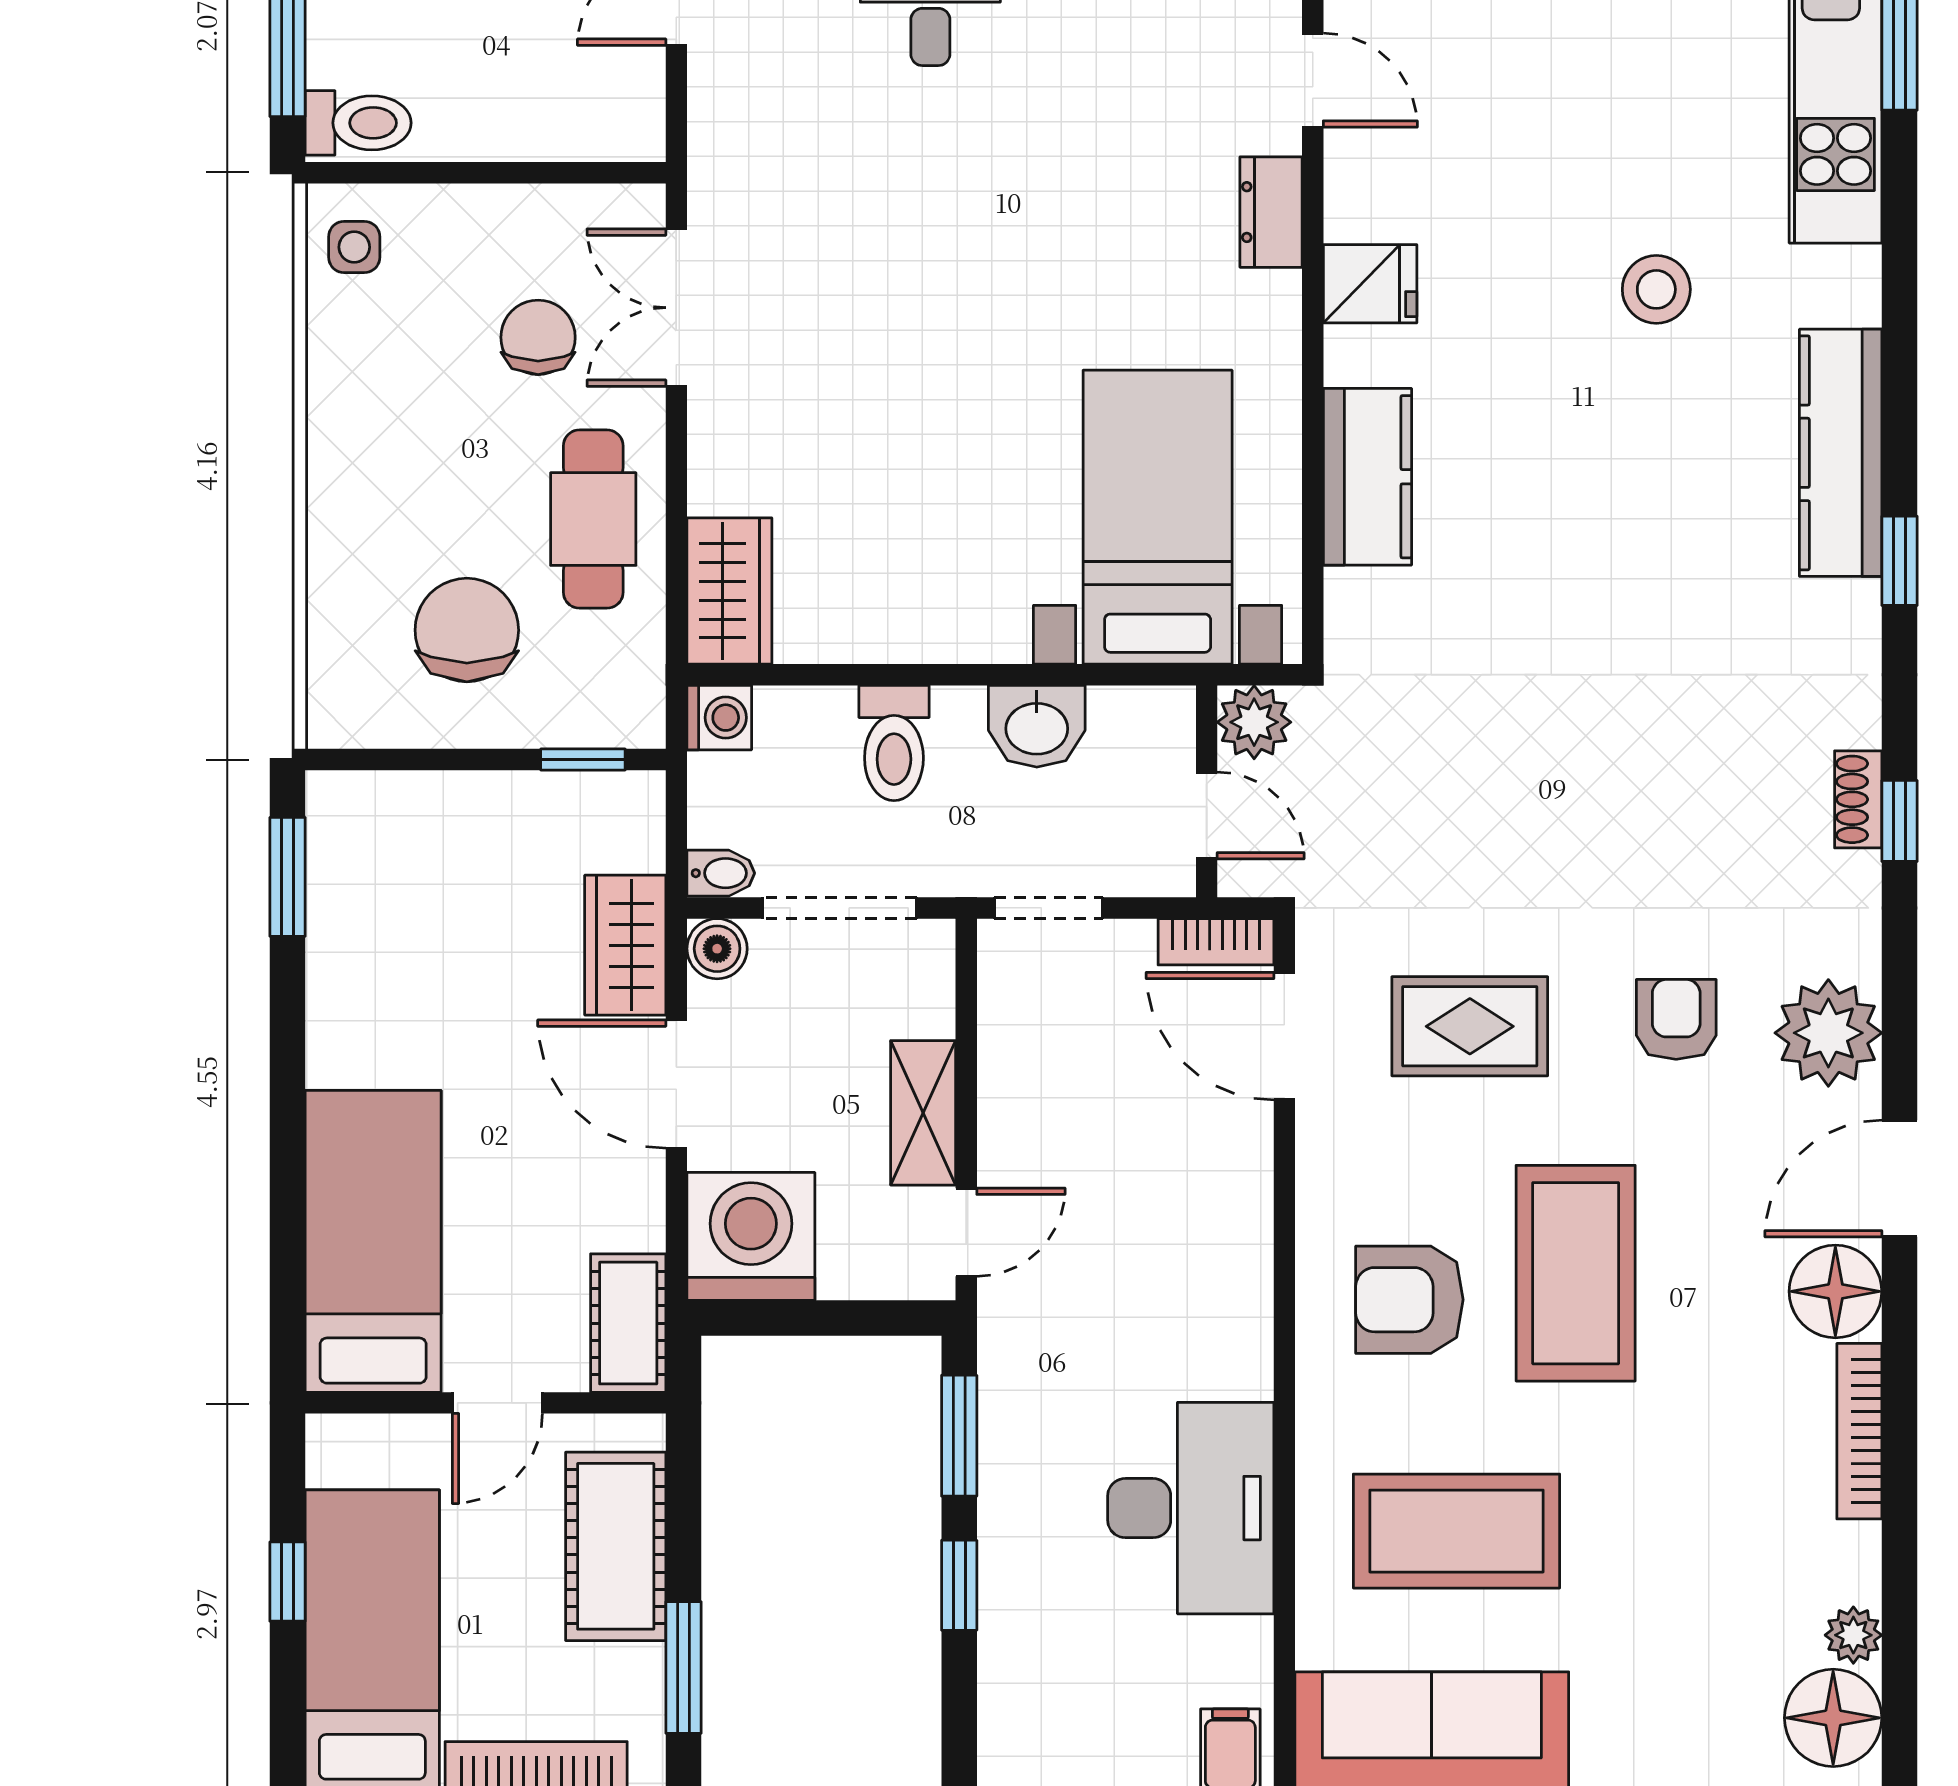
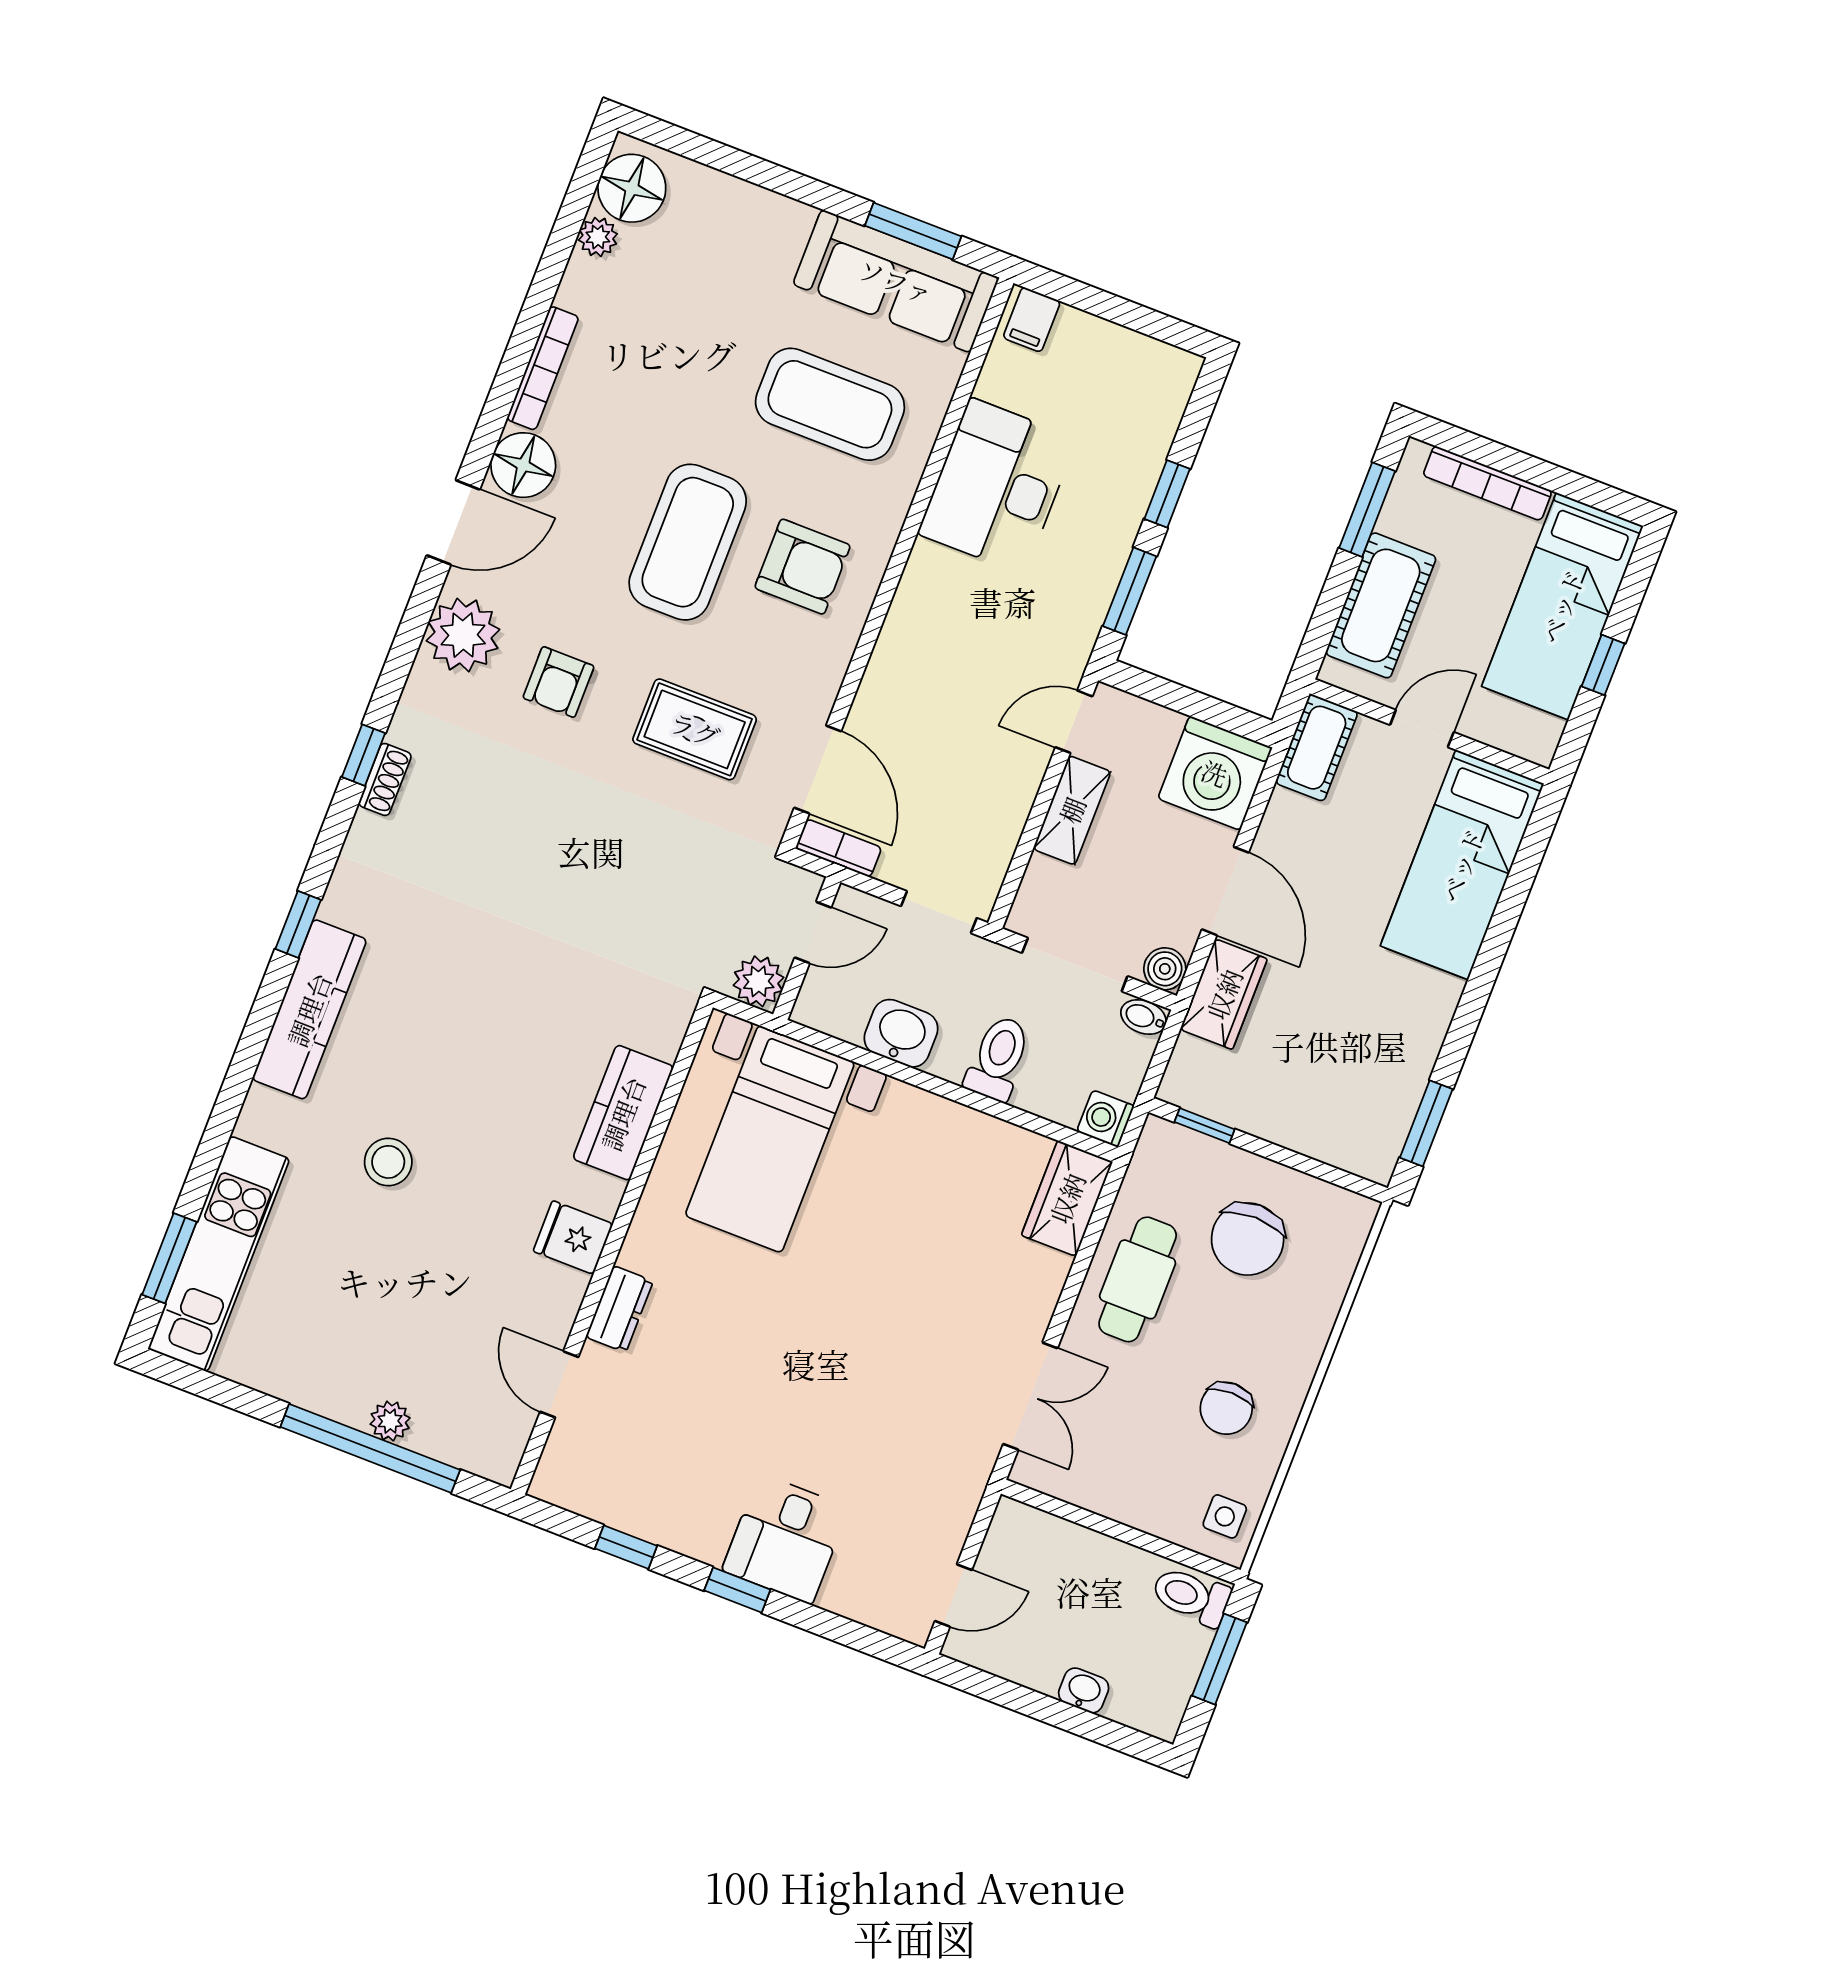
chair: (538, 337) -> (1226, 1408), moved
door: (1207, 816) -> (813, 933), swing flipped

